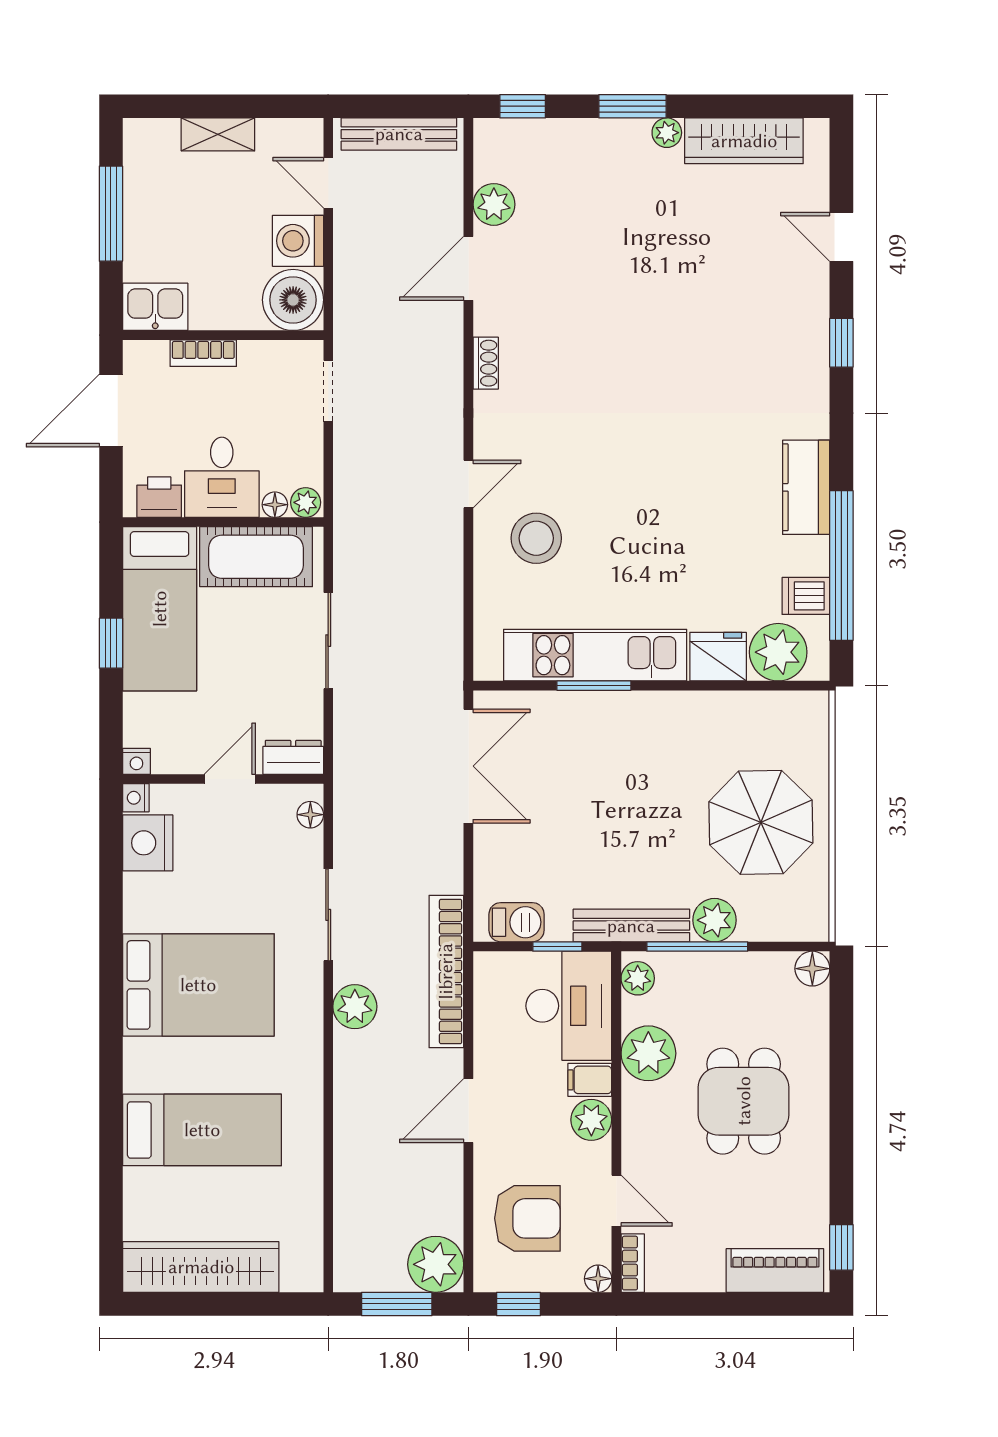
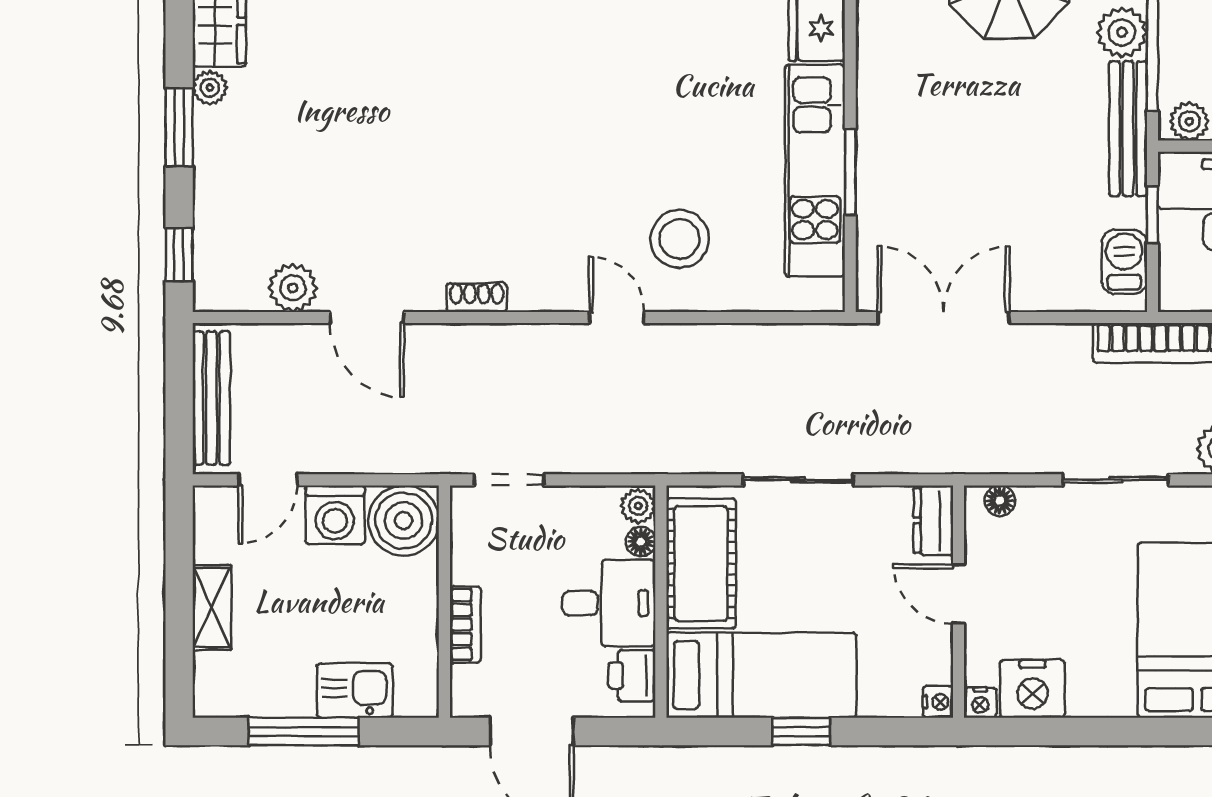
kitchen sink: (155, 307) -> (355, 691), moved, turned 90

